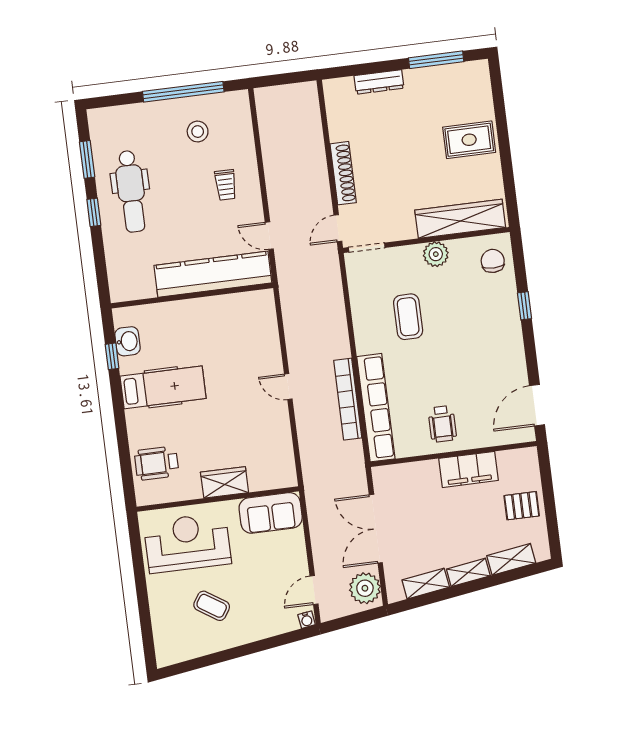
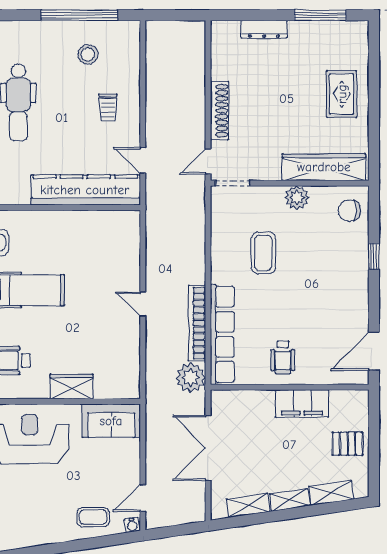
rug: (469, 140) -> (342, 94), turned 90
chair: (493, 261) -> (349, 211), turned -90
plant: (365, 588) -> (191, 377), moved
coffee table: (212, 606) -> (93, 517), moved, turned -33

